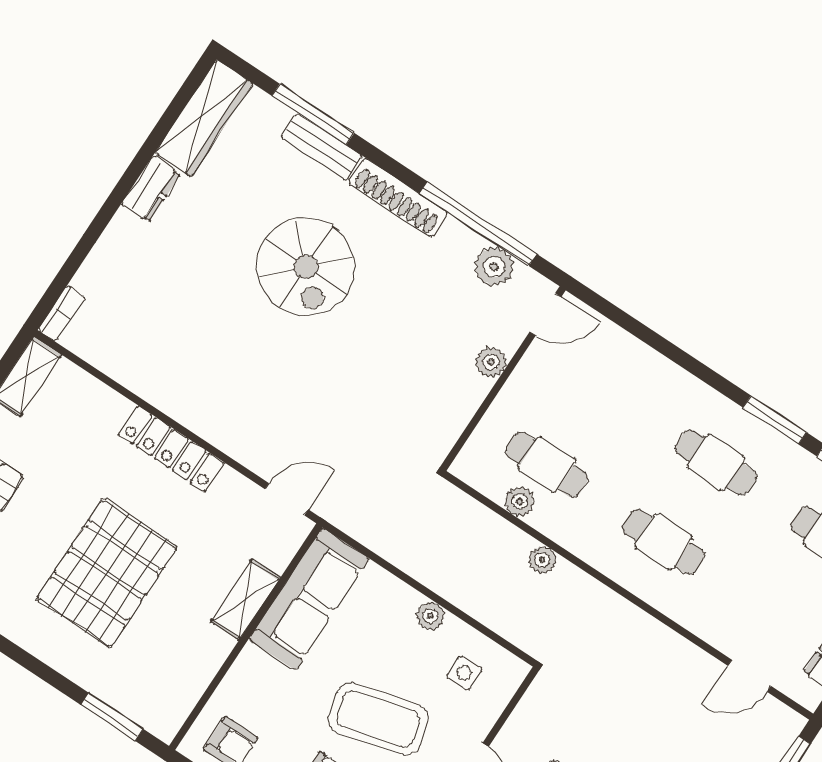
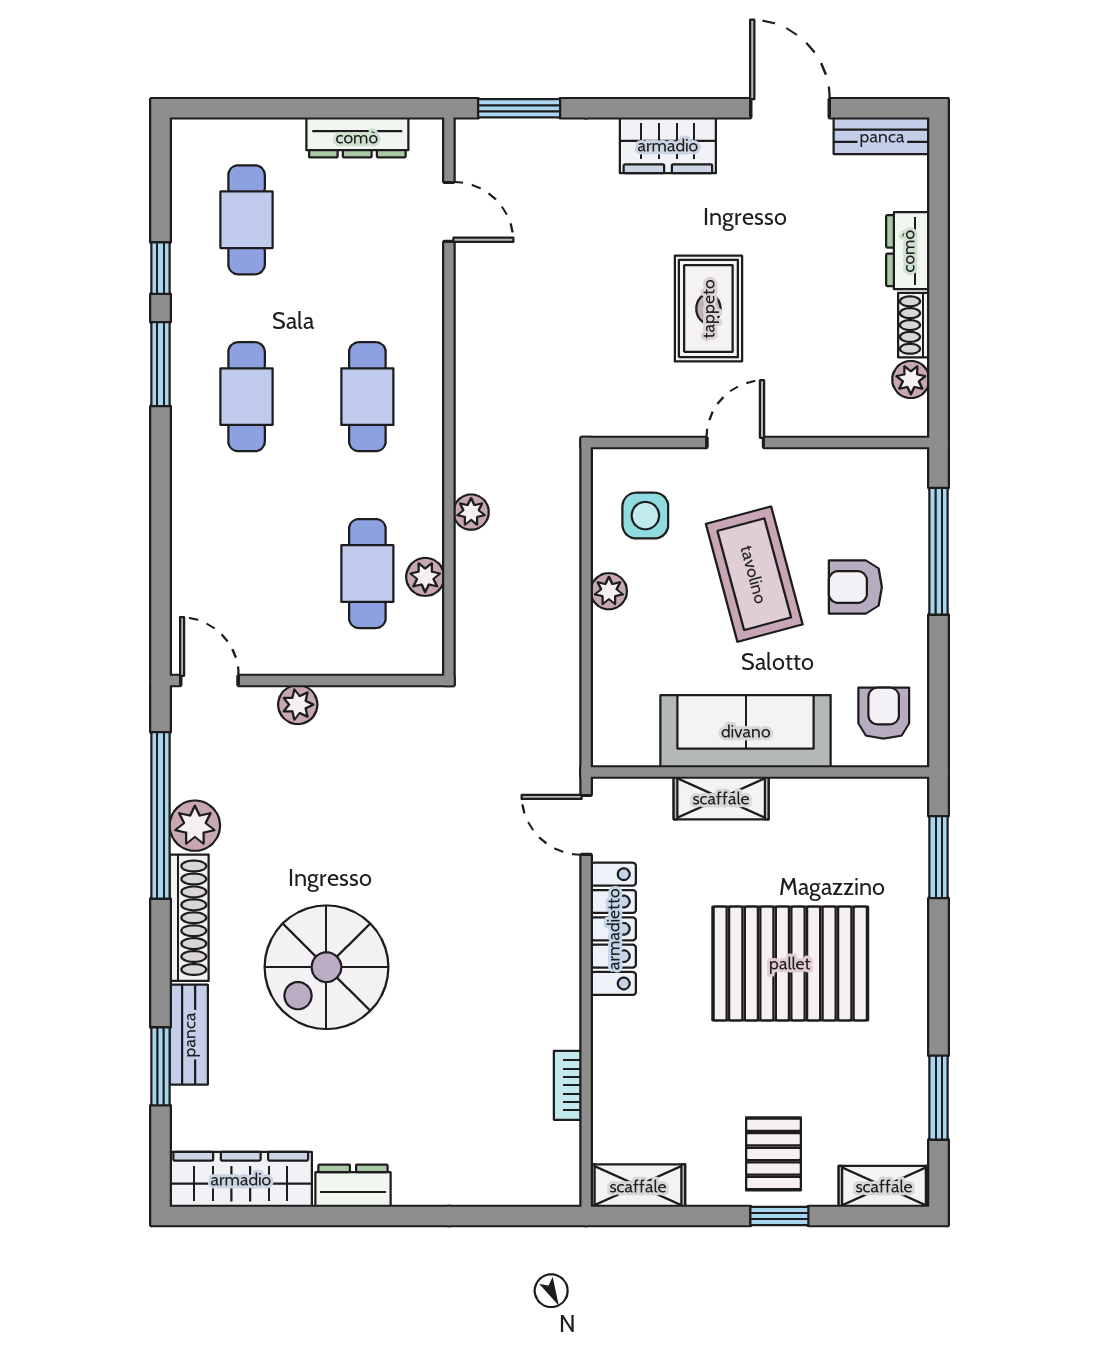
window: (313, 114) -> (160, 1066), width x0.69
spiral stairs: (306, 267) -> (326, 967), turned 180
plant: (494, 267) -> (195, 826), moved
bookcase: (62, 313) -> (568, 1085), moved, turned -90
locker: (171, 449) -> (613, 929), moved
sofa: (309, 599) -> (746, 731), moved
side table: (464, 673) -> (645, 516), width x1.37, depth x1.37

